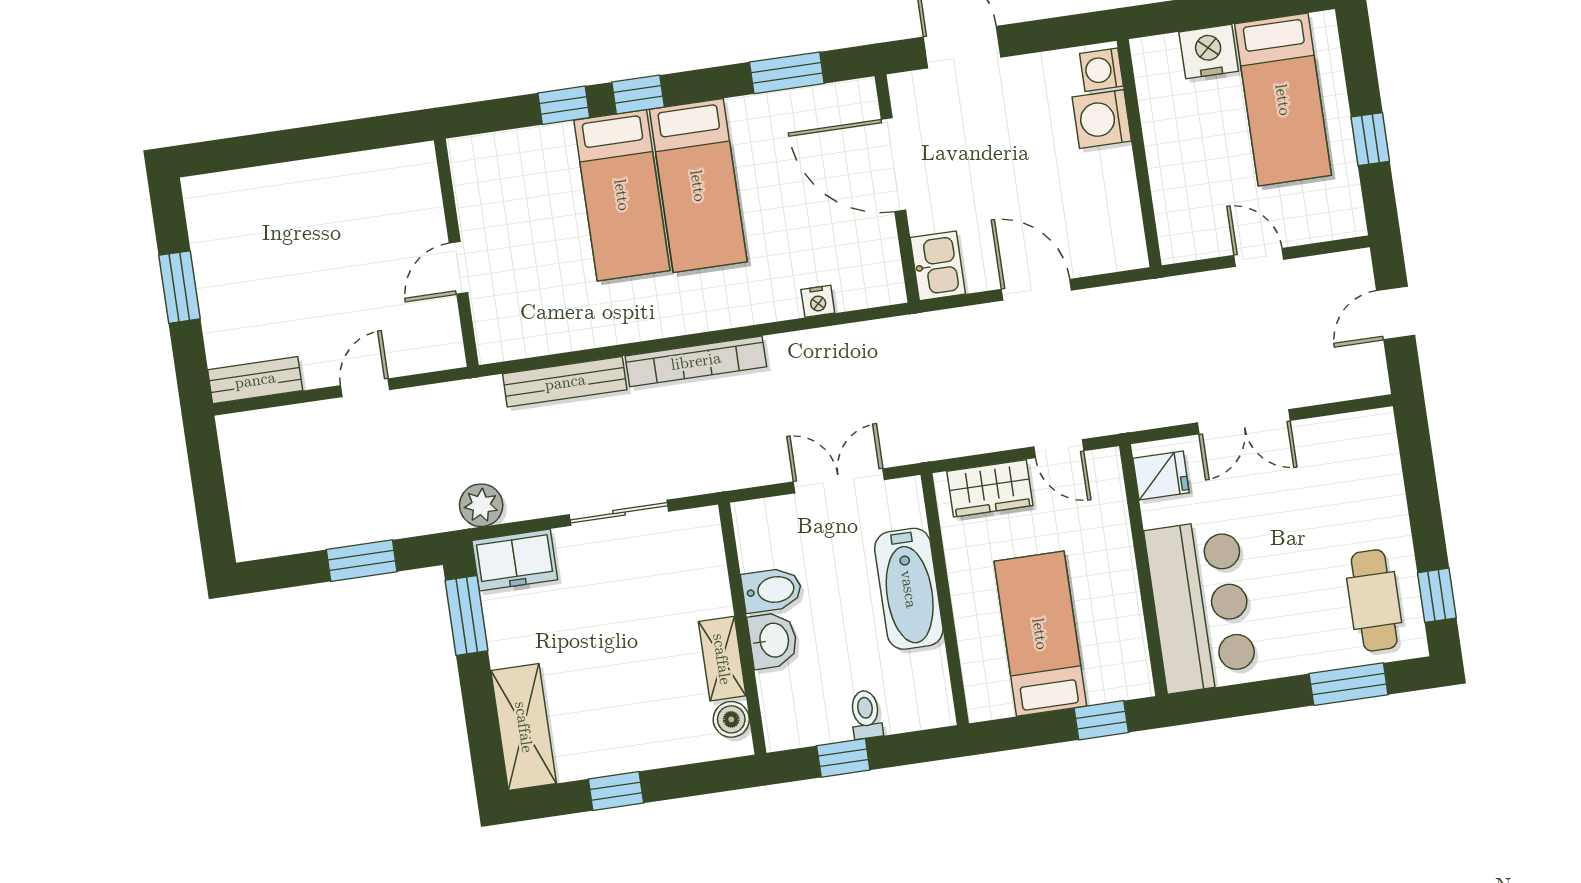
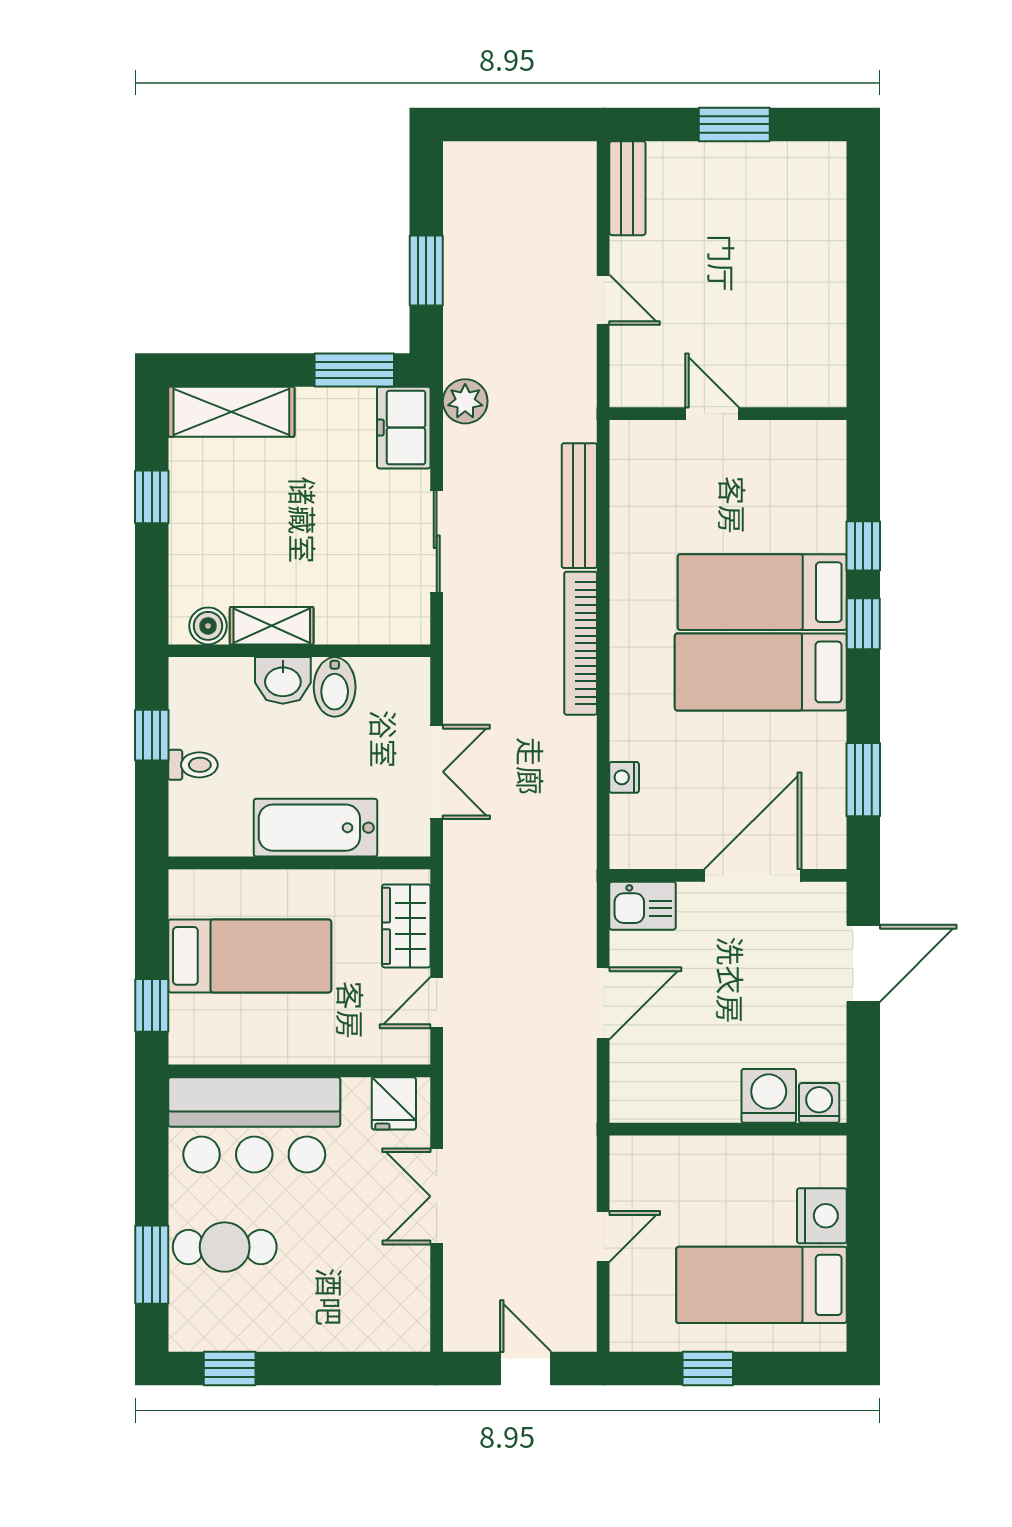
cafe table: (1374, 600) -> (225, 1247), moved

